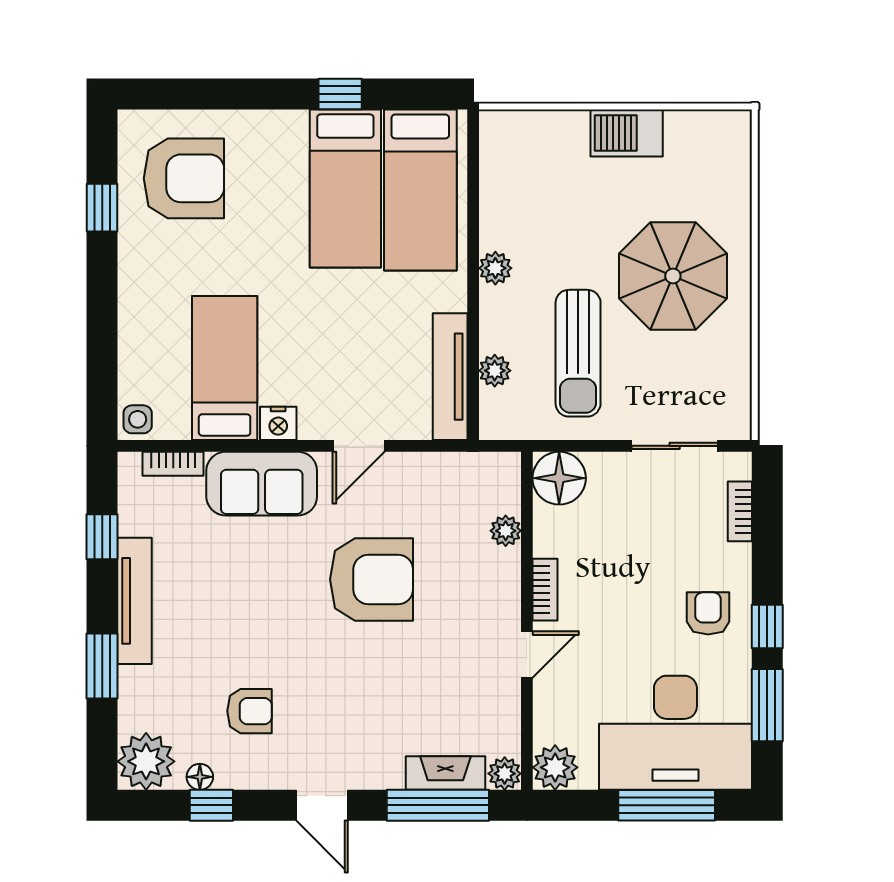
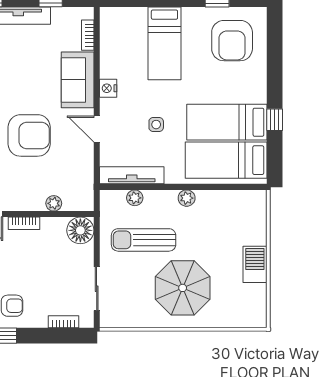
bed: (225, 368) -> (164, 43), moved, turned 90
side table: (138, 419) -> (156, 125), moved
armchair: (372, 579) -> (29, 135), turned -90

